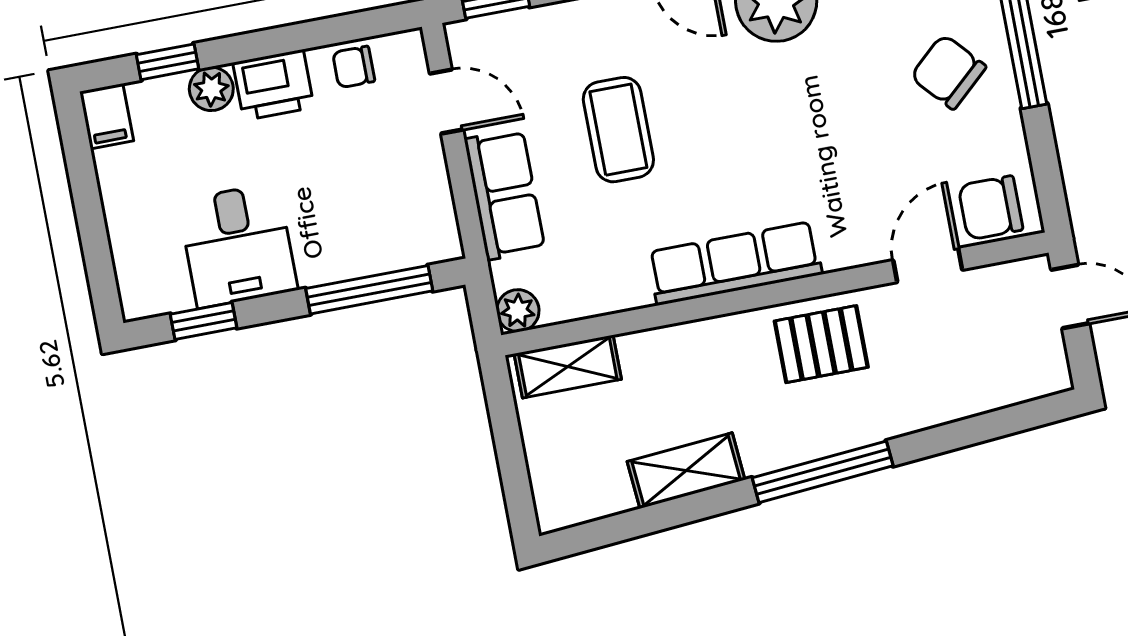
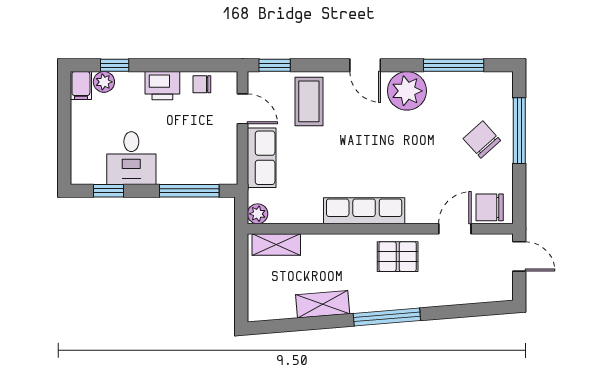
plant: (211, 89) -> (104, 82), moved
coffee table: (618, 130) -> (309, 101), moved

